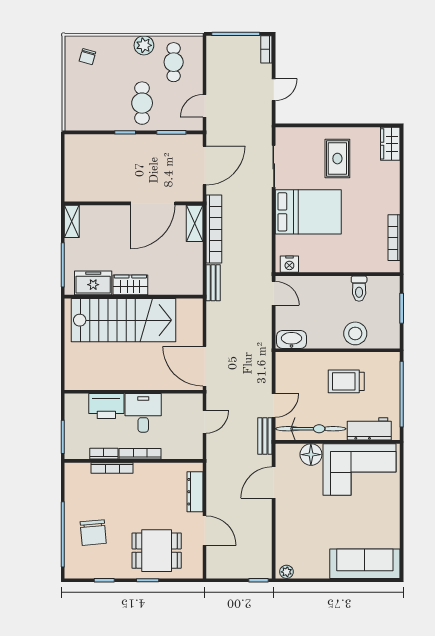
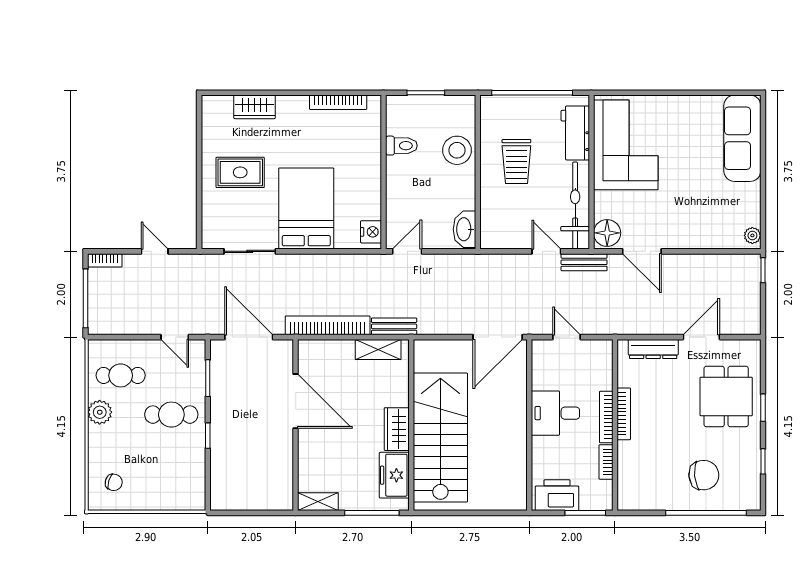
wardrobe: (390, 144) -> (255, 107), moved
shelving: (195, 223) -> (378, 349), moved
printer: (106, 406) -> (557, 495), moved, turned -90
floor lamp: (311, 455) -> (607, 233), moved
bookcase: (112, 468) -> (624, 414), moved

